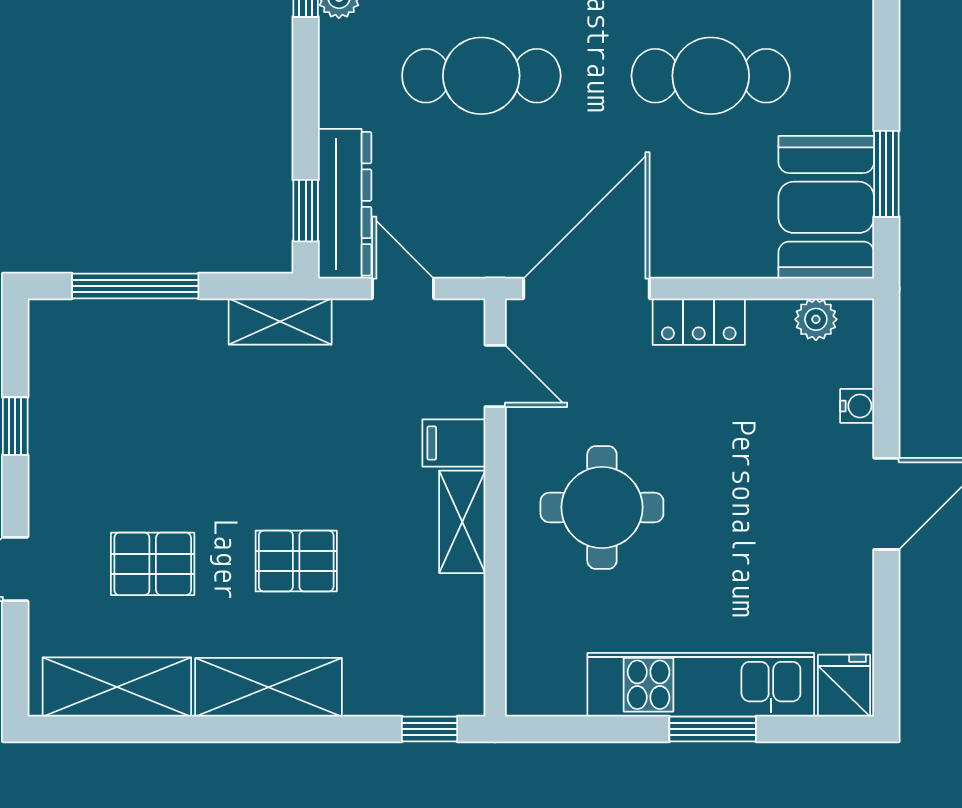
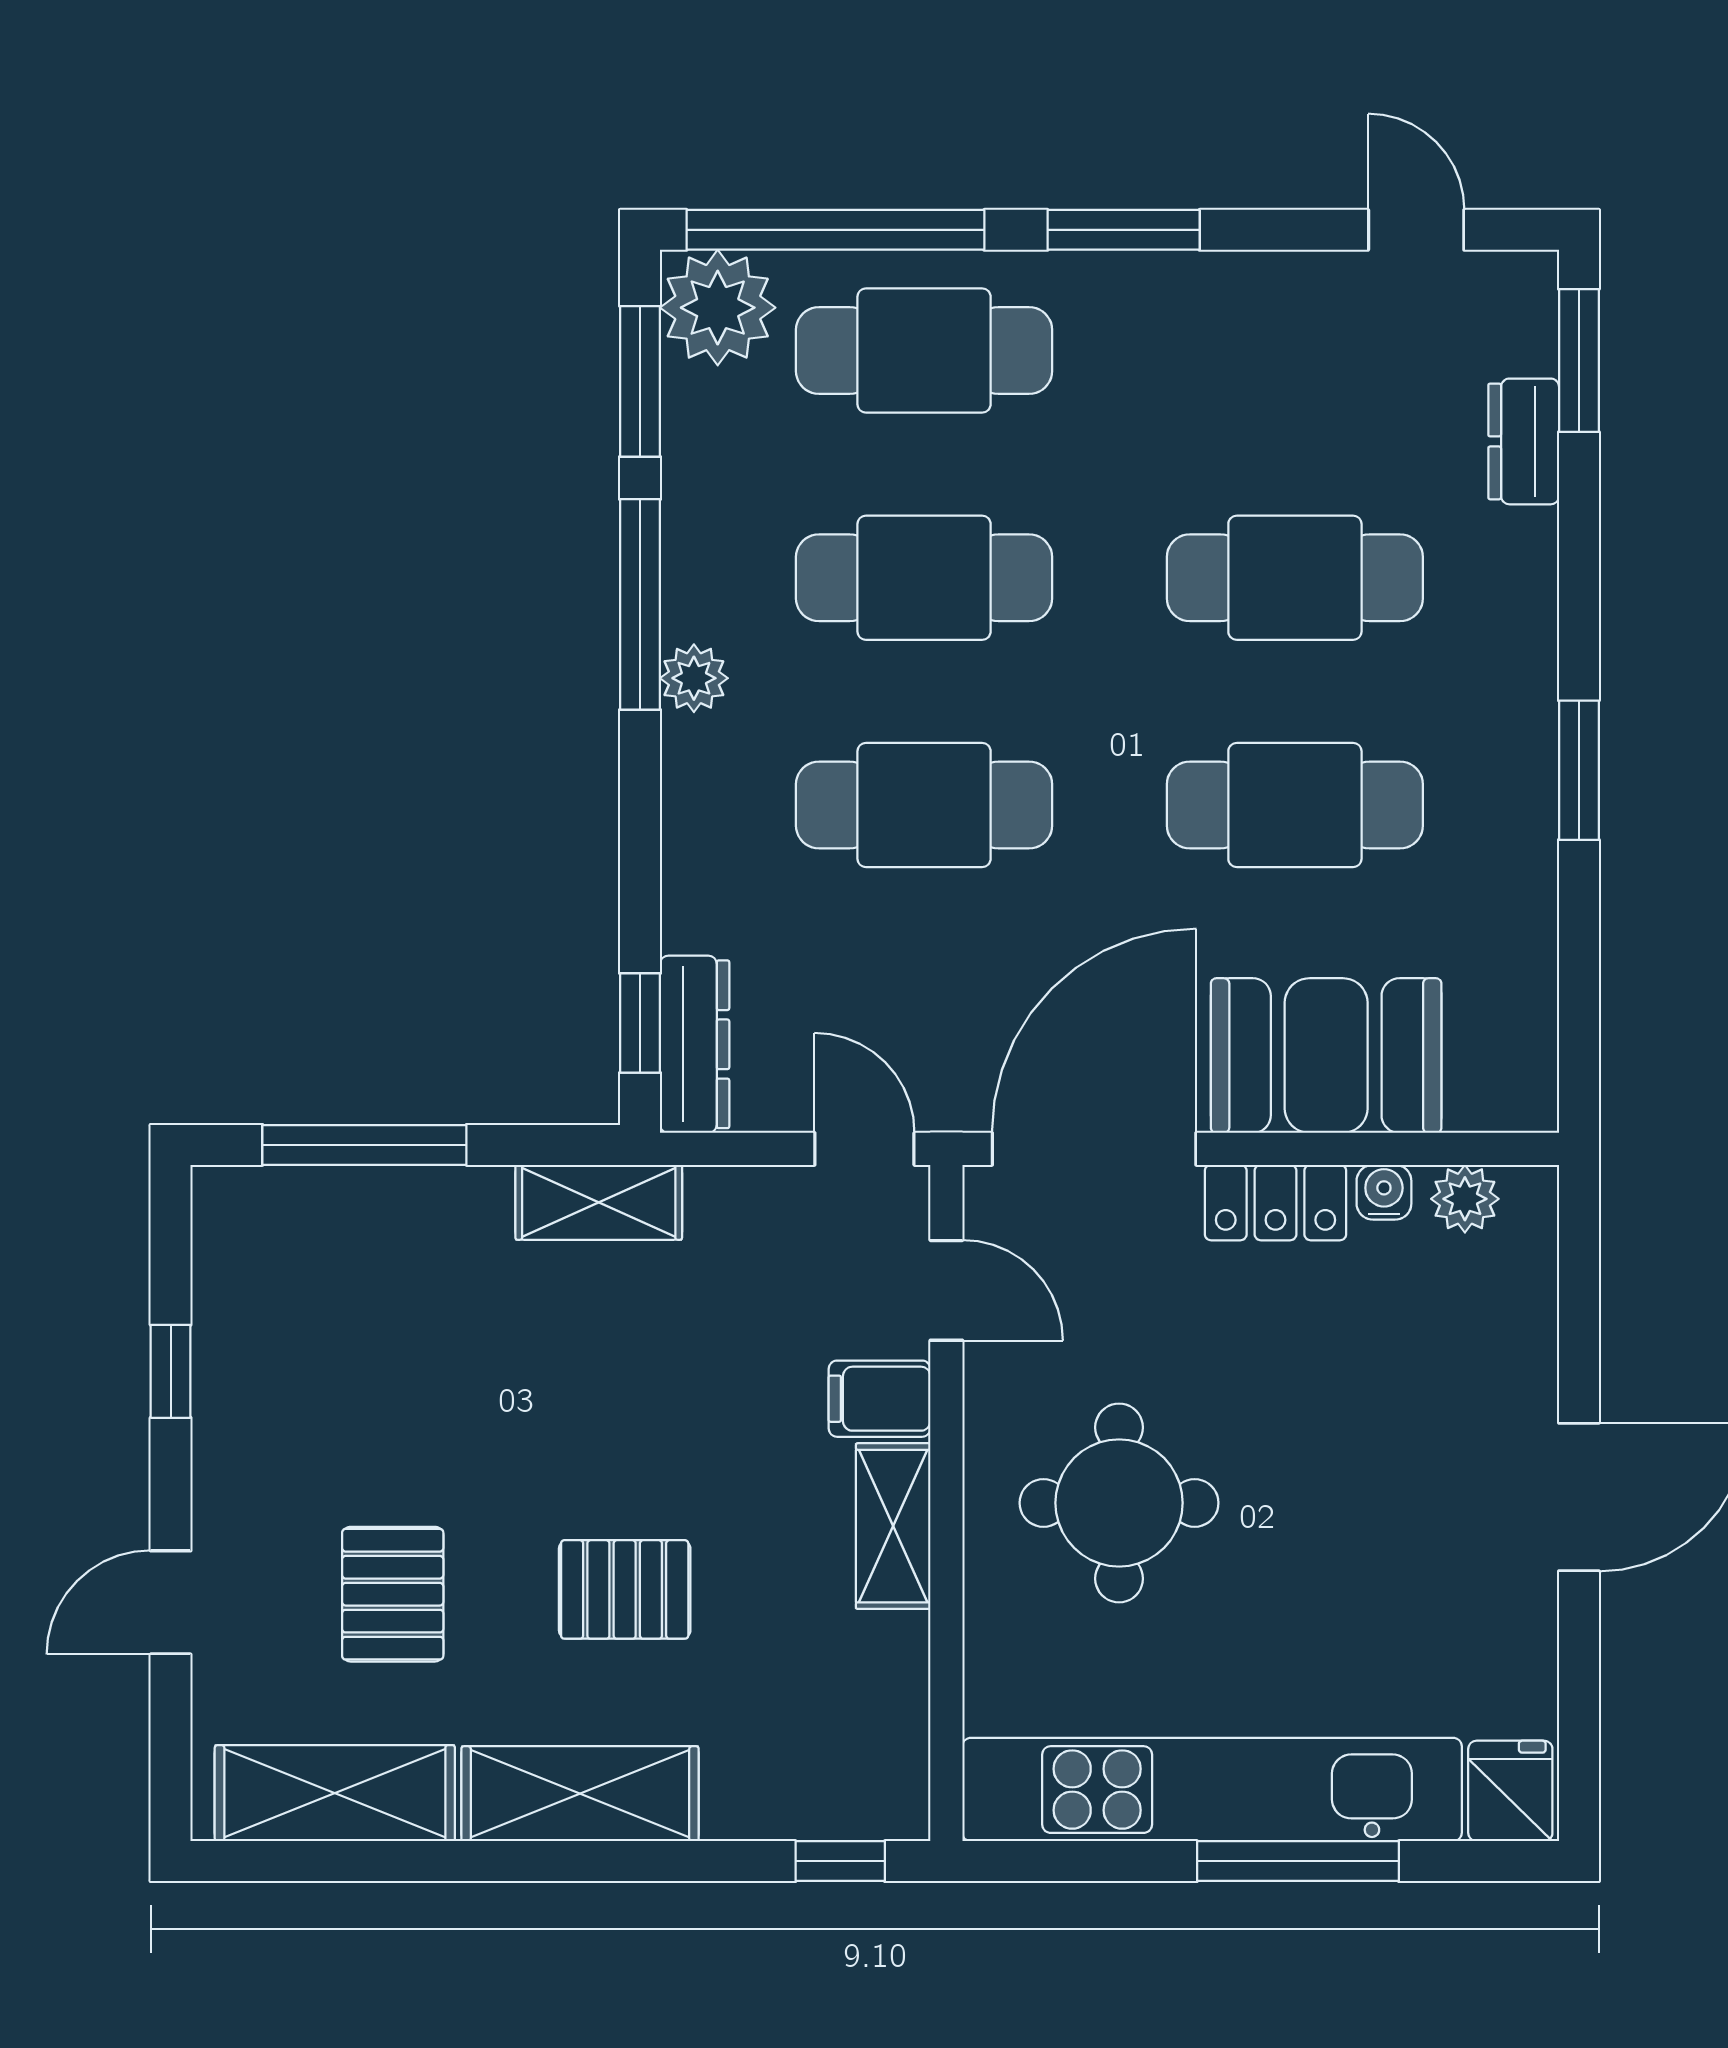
window: (886, 174) -> (1579, 770), moved
dresser: (345, 204) -> (695, 1044), width x0.73, depth x0.80
booth: (826, 207) -> (1326, 1056), moved, turned 90
door: (403, 288) -> (864, 1149), moved
water cooler: (857, 406) -> (1384, 1192), moved, turned -90
pallet: (153, 564) -> (393, 1594), turned 90
kitchen unit: (701, 685) -> (1212, 1790), width x1.36
window: (713, 729) -> (1298, 1861), width x1.44

